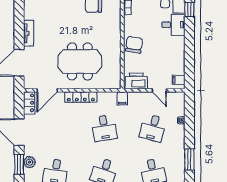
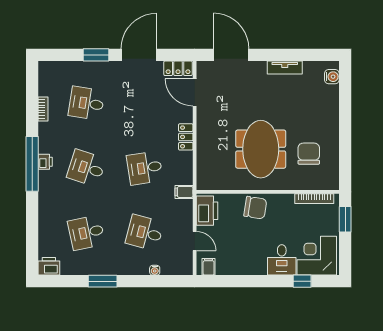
tv unit: (29, 33) -> (285, 67), moved
meeting table: (80, 61) -> (261, 149), moved
door: (159, 90) -> (195, 241), swing flipped
locker: (81, 97) -> (186, 137), width x0.66
plant: (30, 162) -> (99, 69), removed

